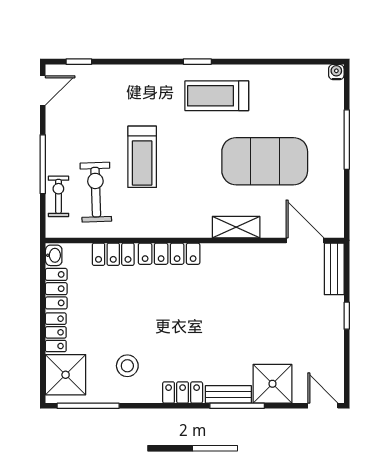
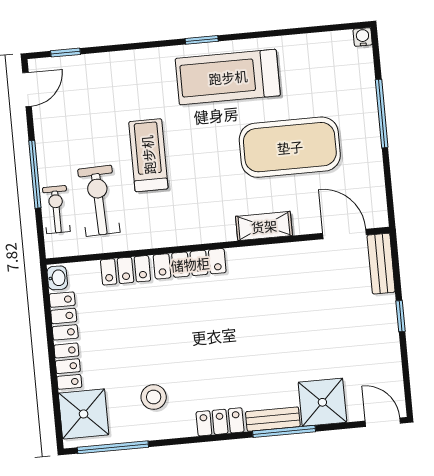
treadmill: (217, 96) -> (228, 77), width x1.37, depth x1.38
treadmill: (142, 157) -> (148, 155), turned 180

